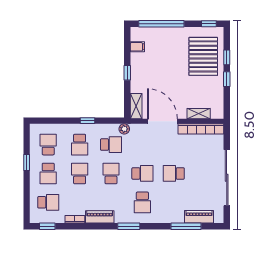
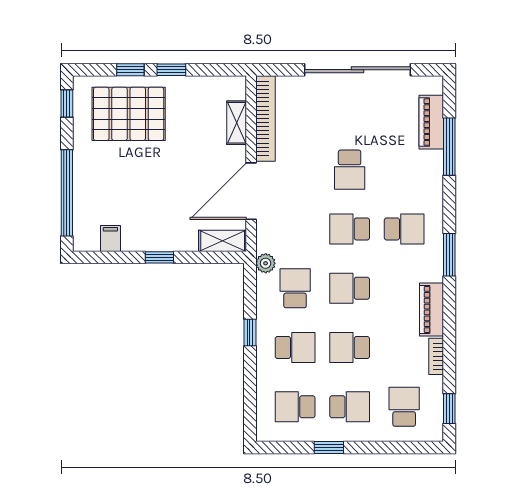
school desk: (142, 173) -> (350, 229), turned -90

